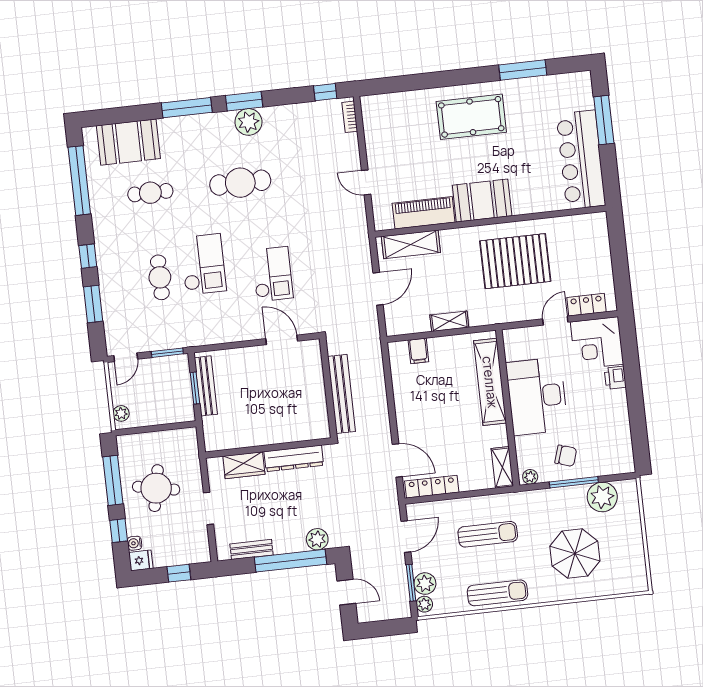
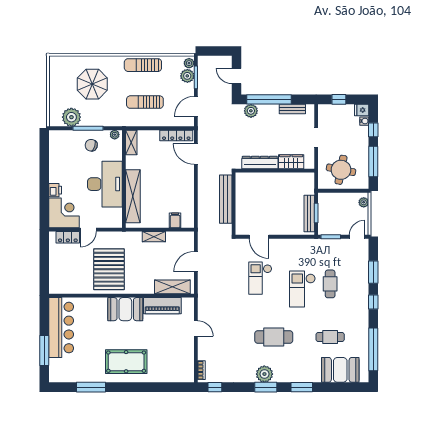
window: (187, 108) -> (302, 387), width x0.69
pallet: (515, 261) -> (109, 269), turned 90
round table: (156, 488) -> (341, 170), moved

